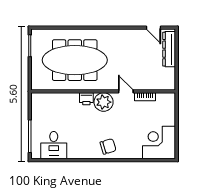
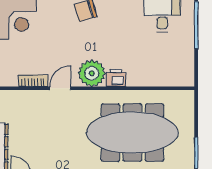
door: (126, 91) -> (60, 88), swing flipped

